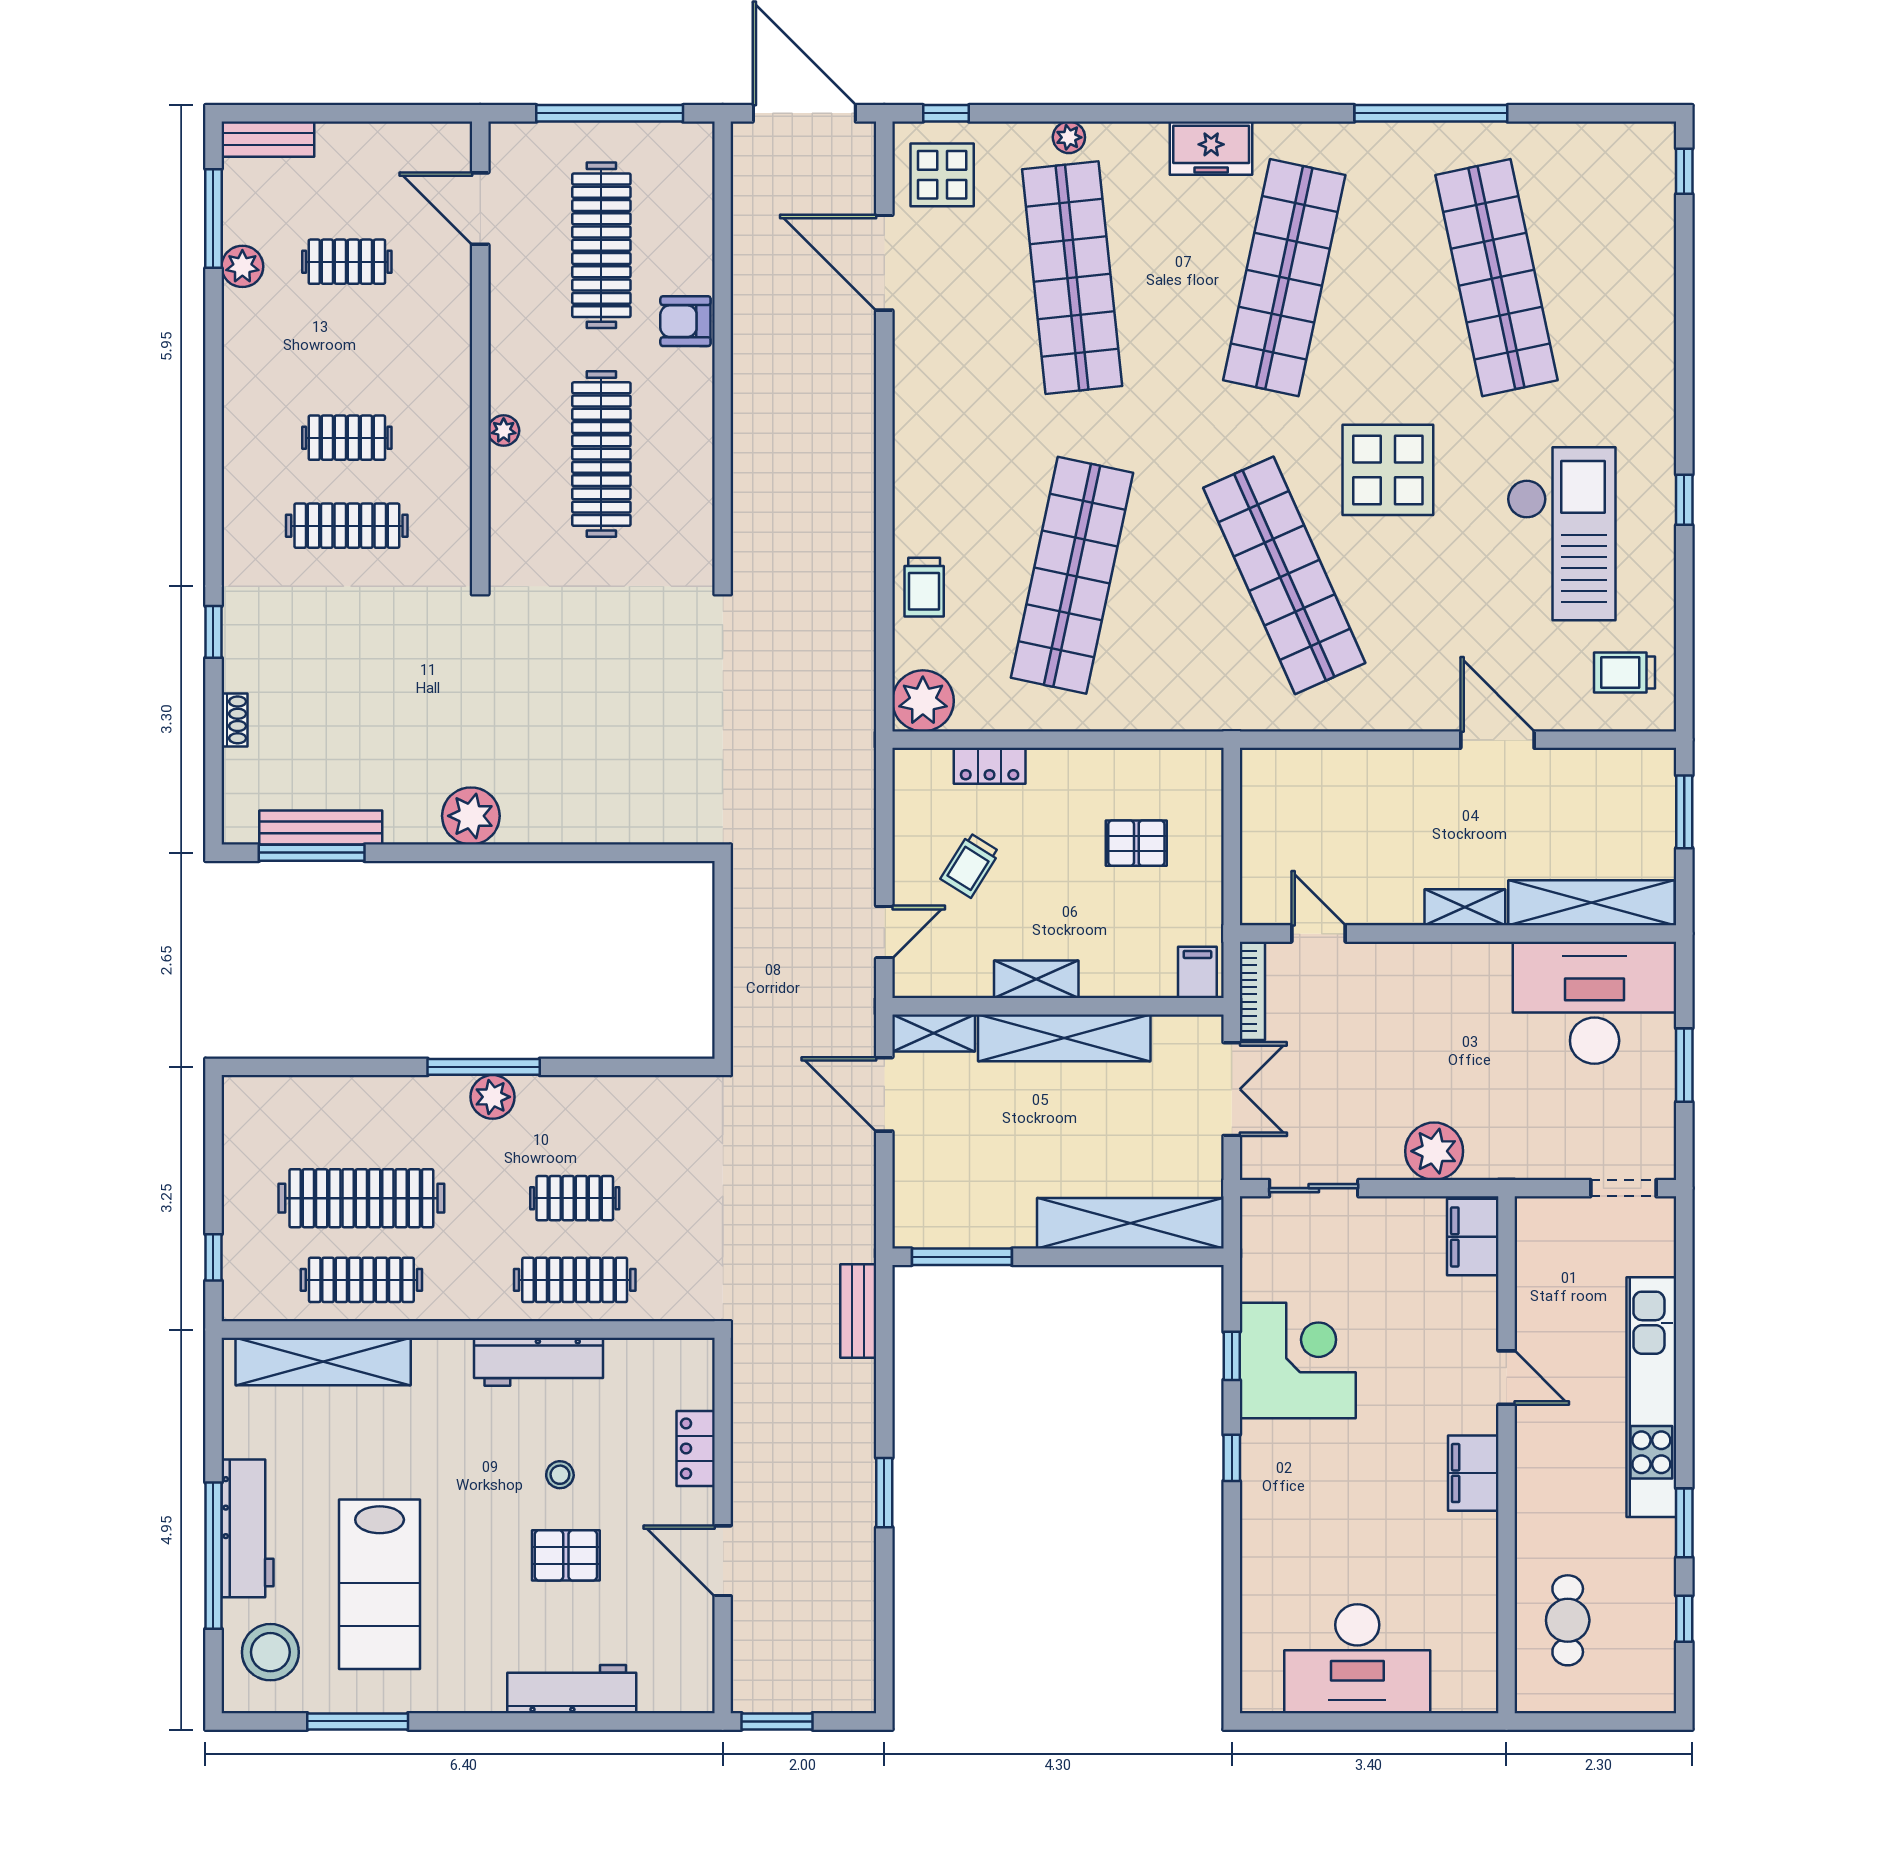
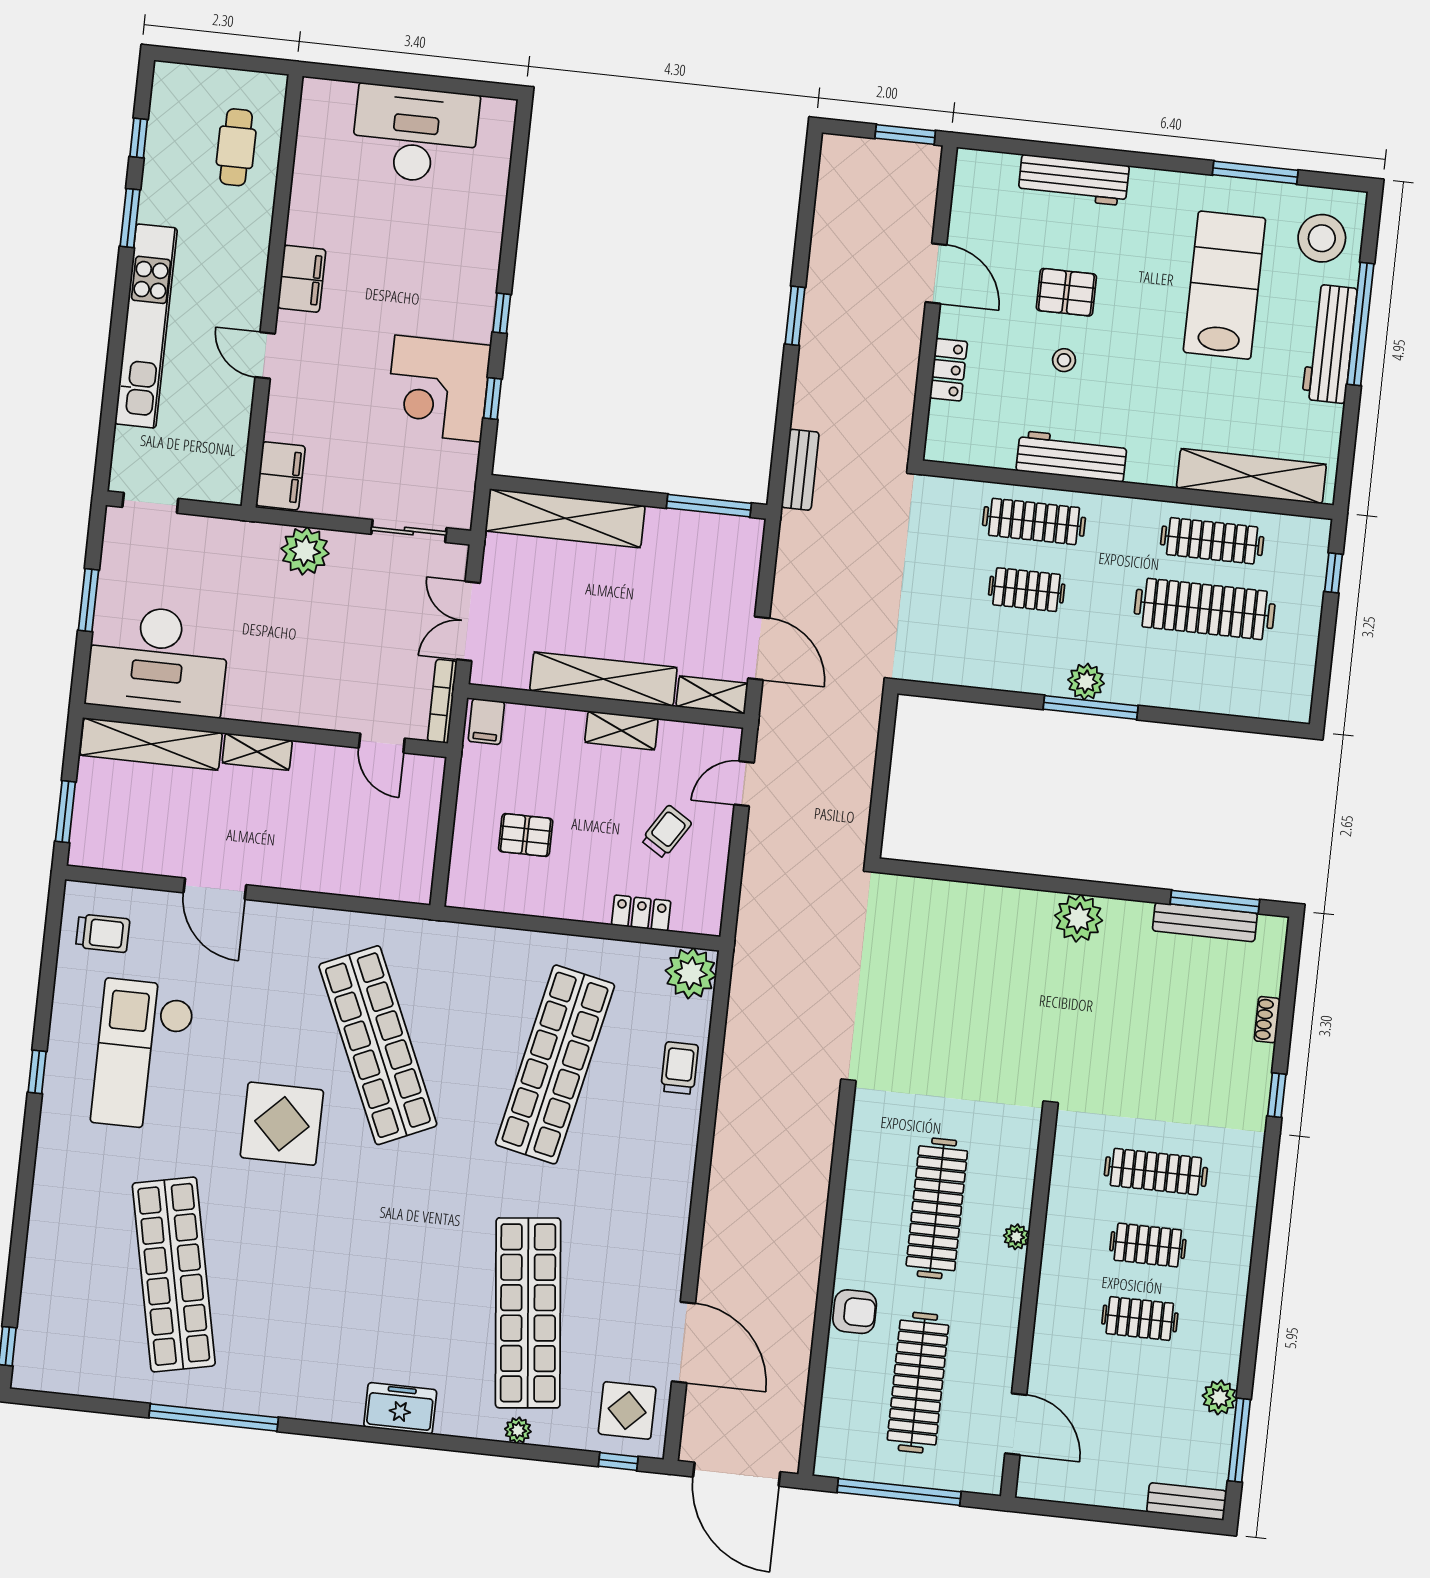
clothes rail: (347, 262) -> (1140, 1318), moved
shop shelf: (1284, 278) -> (351, 1294), removed

